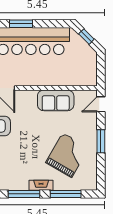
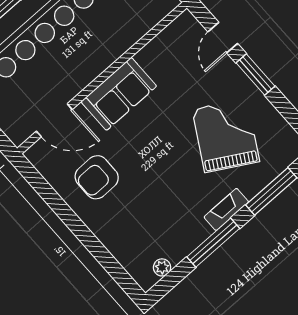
sofa: (56, 100) -> (119, 94), moved
door: (101, 104) -> (223, 38), moved

